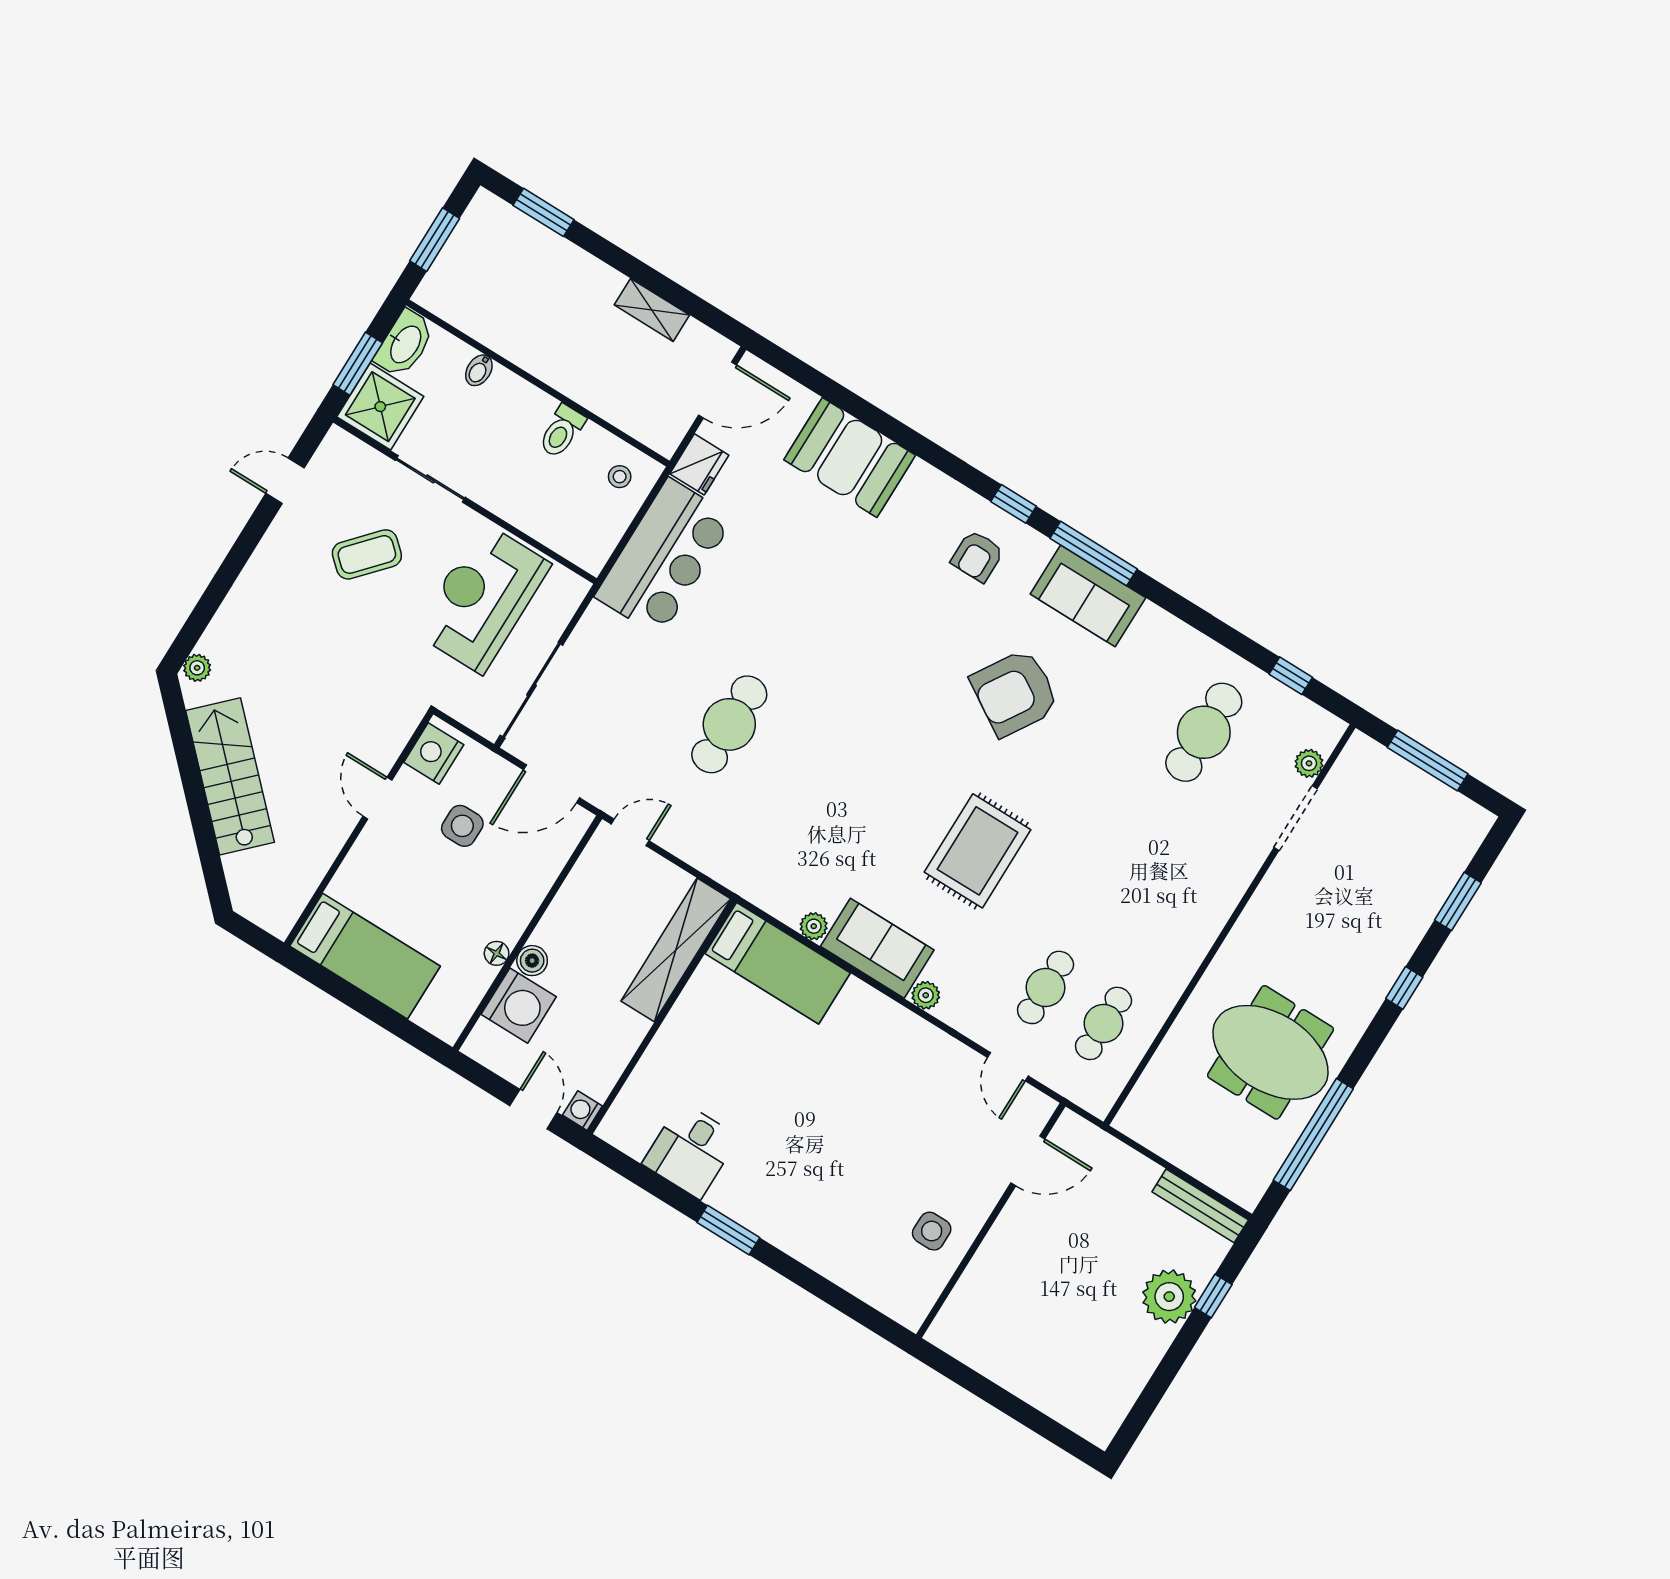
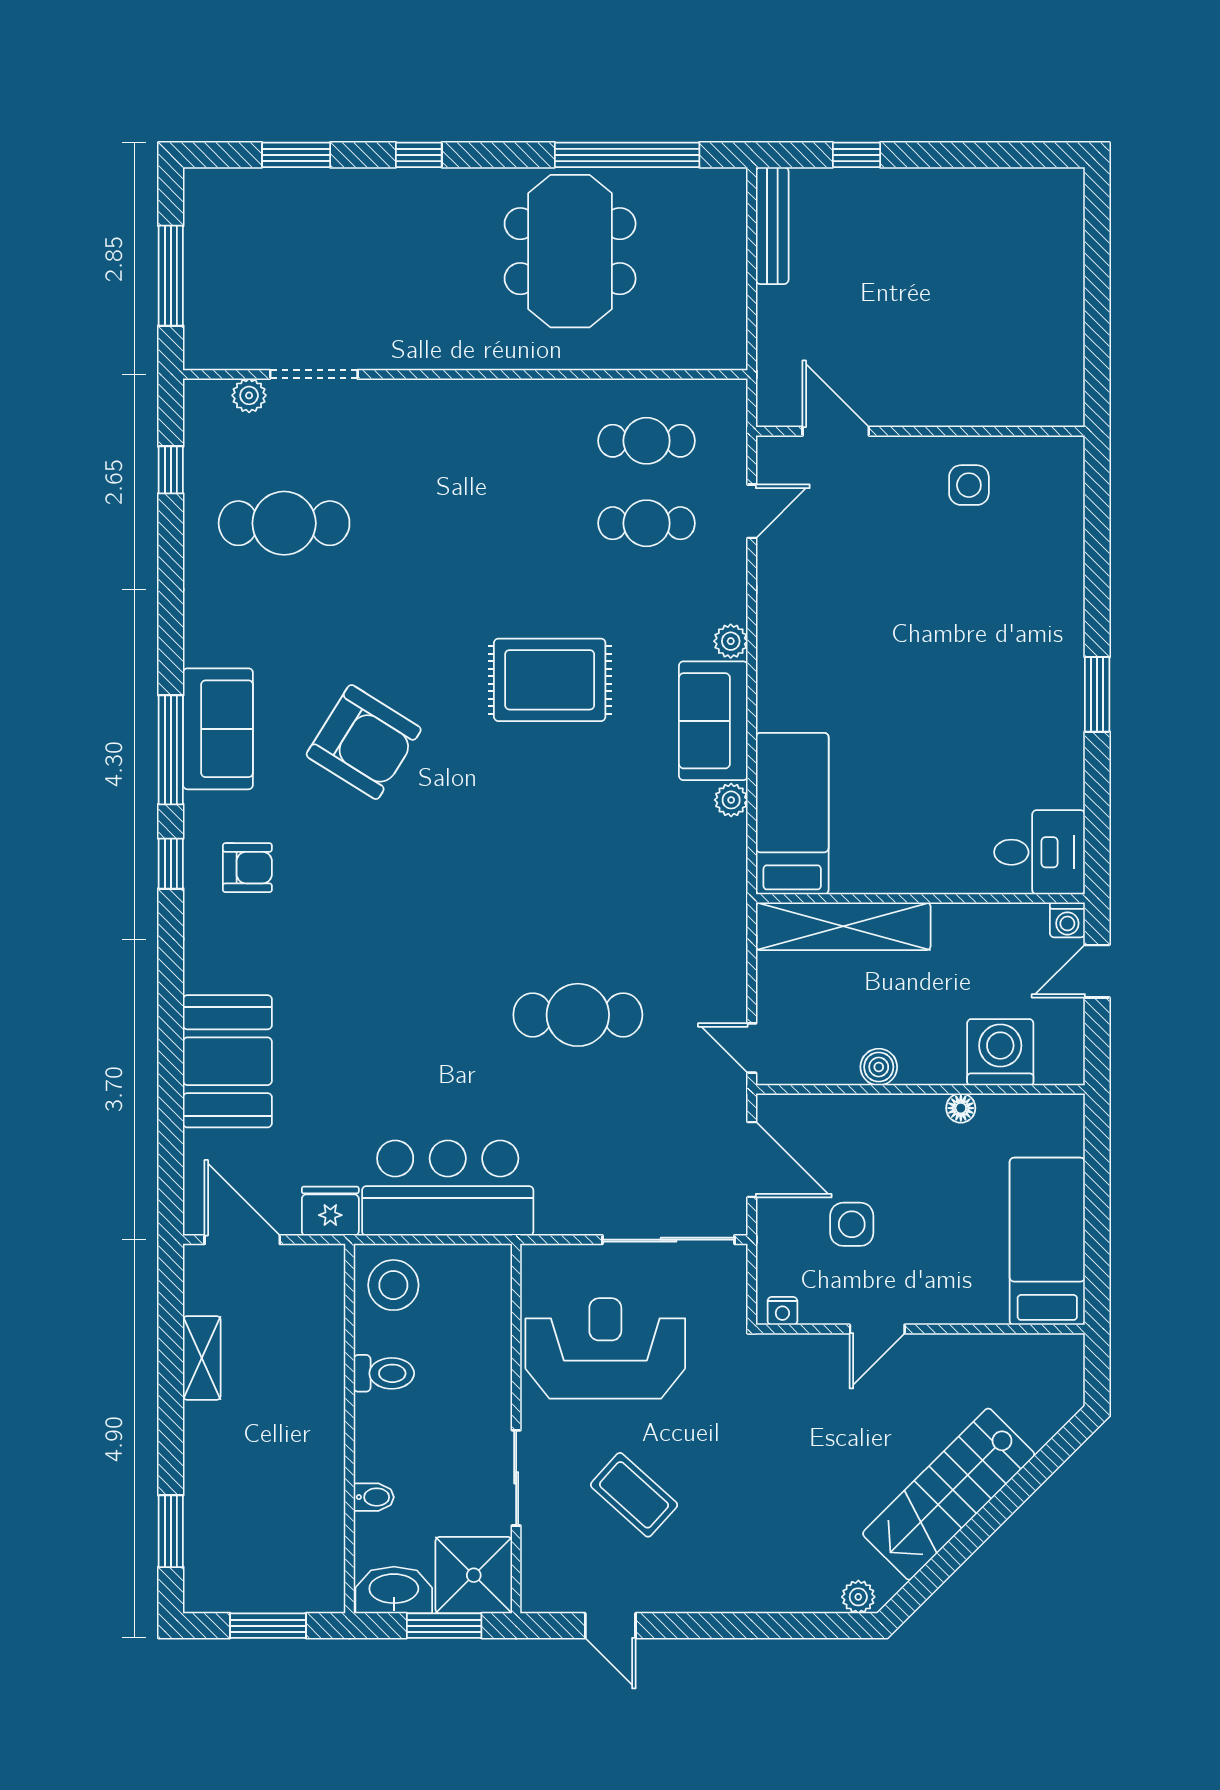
stool: (620, 477) -> (393, 1285), width x1.89, depth x1.89
reception desk: (482, 598) -> (605, 1348), turned 180
nightstand: (434, 753) -> (782, 1311), width x0.53, depth x0.56
boiler: (532, 961) -> (879, 1067), moved
desk: (691, 1150) -> (1039, 852), moved
plant: (1169, 1297) -> (885, 200), removed

